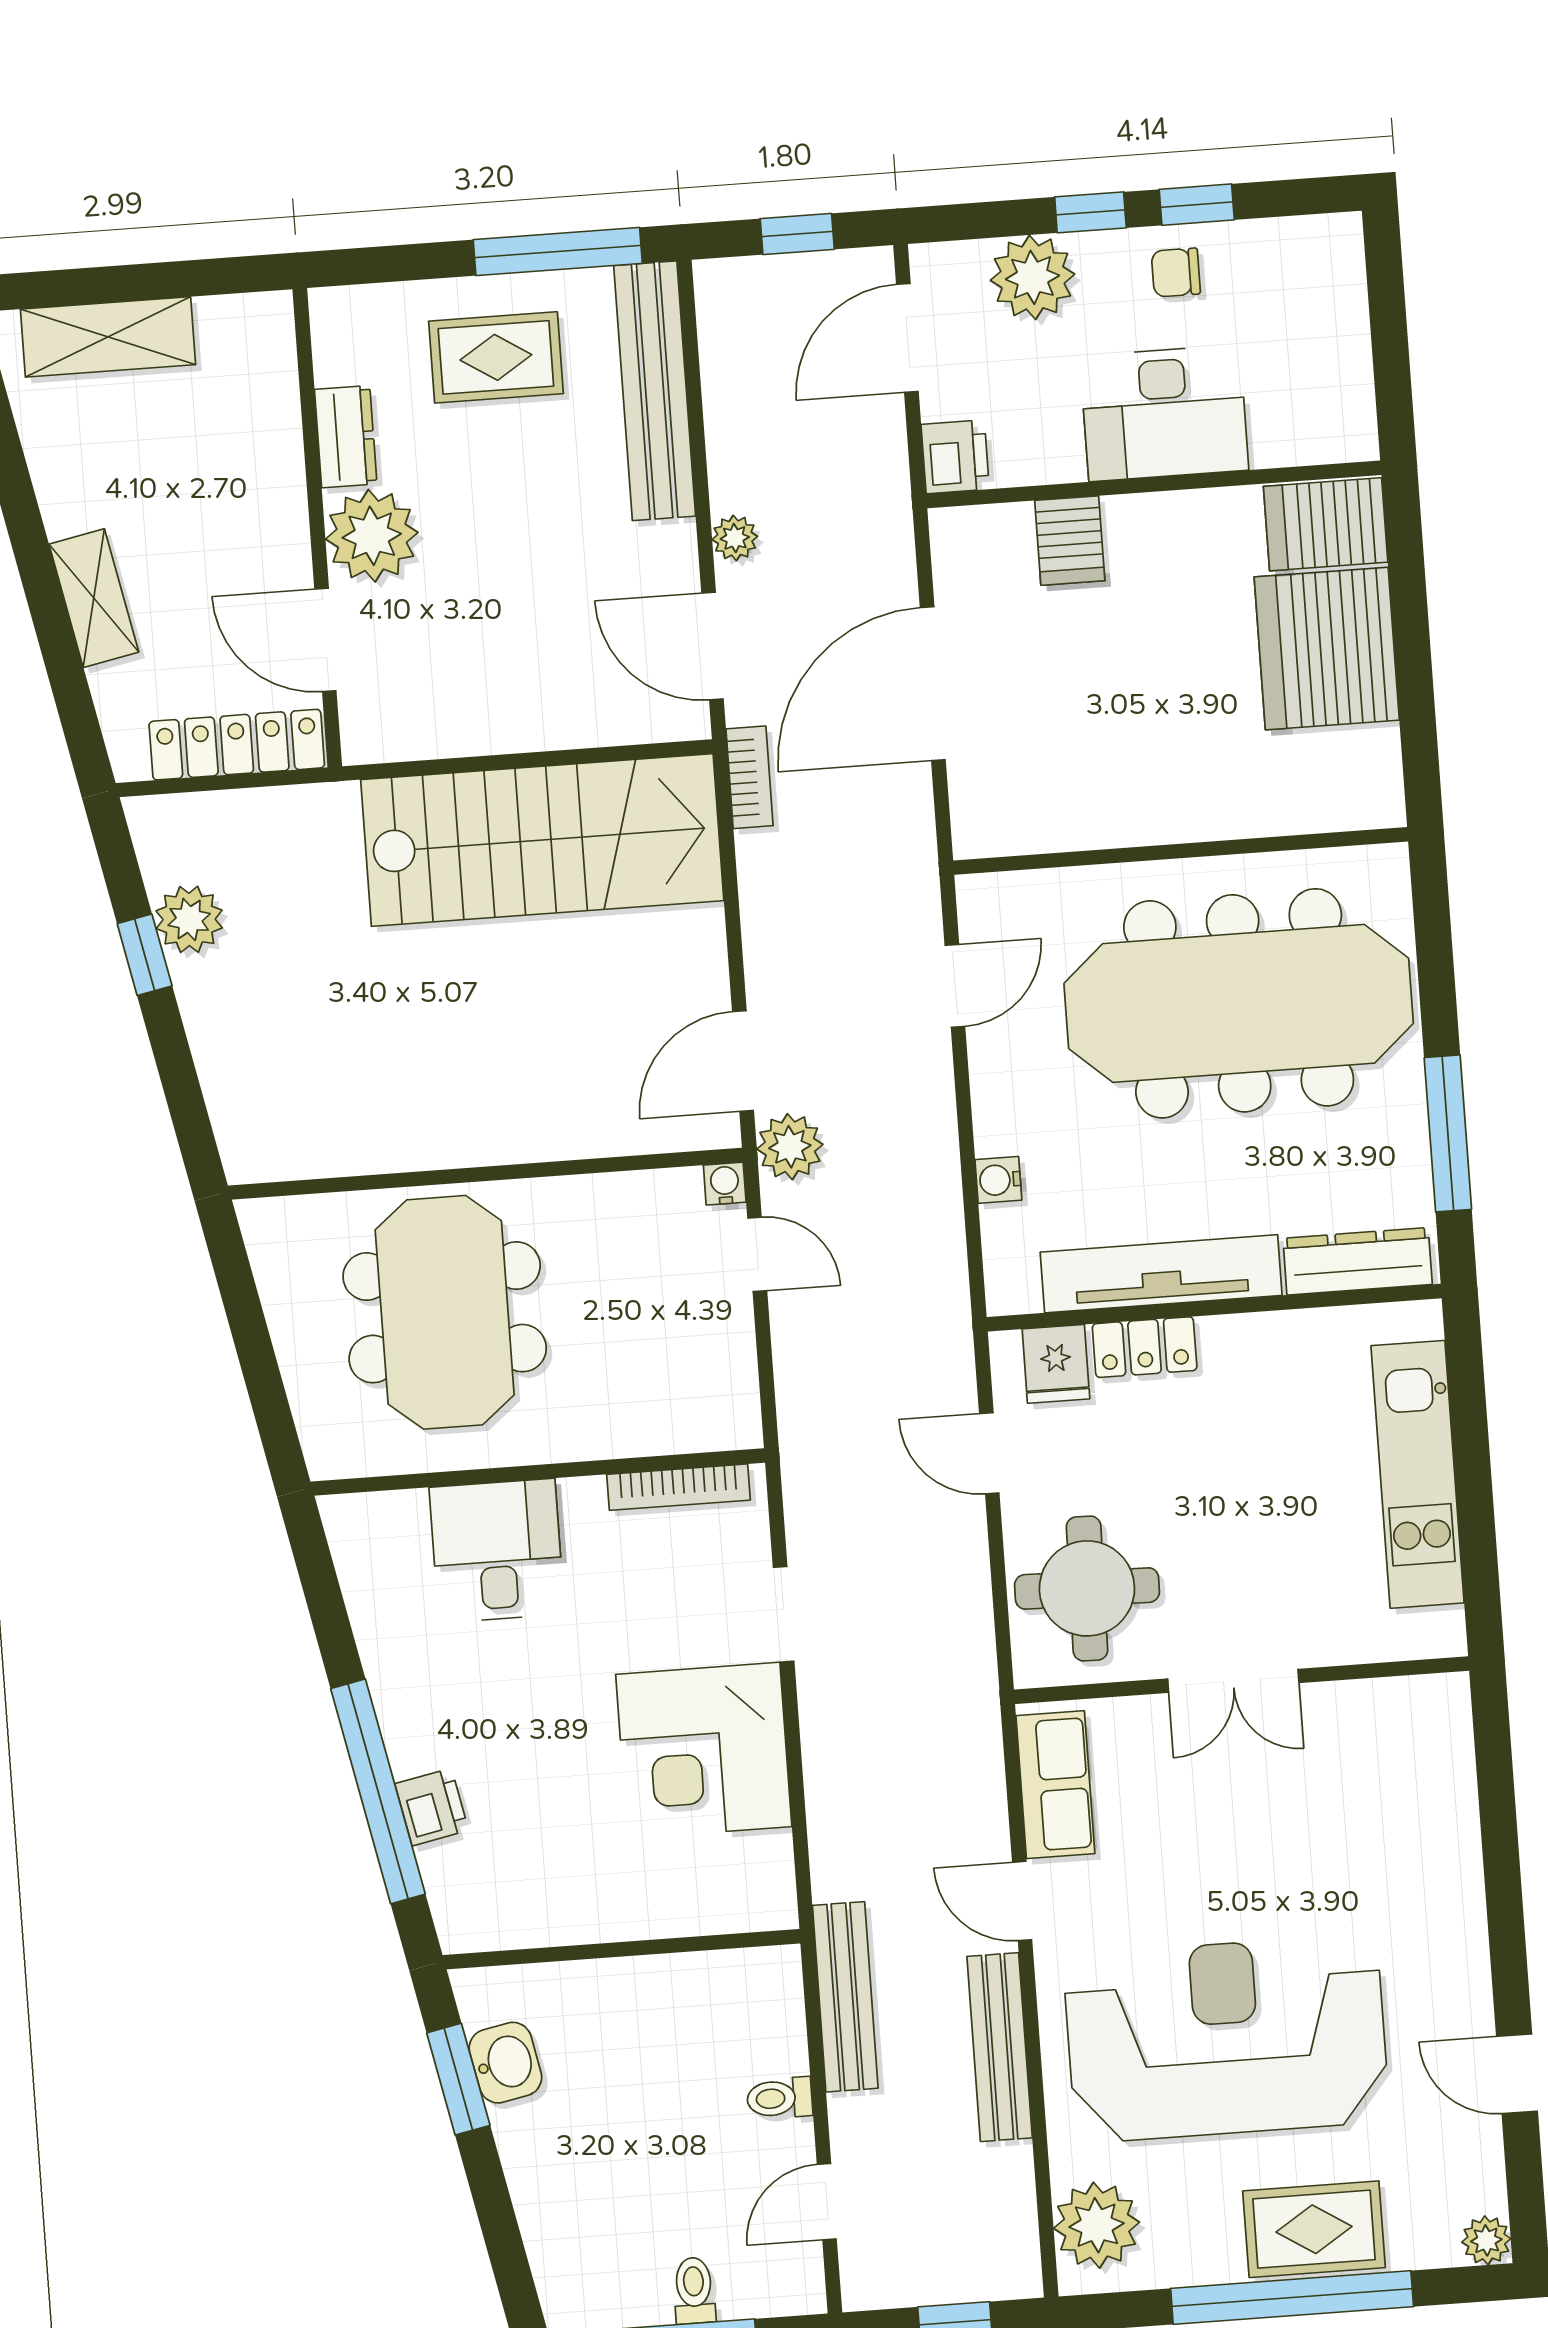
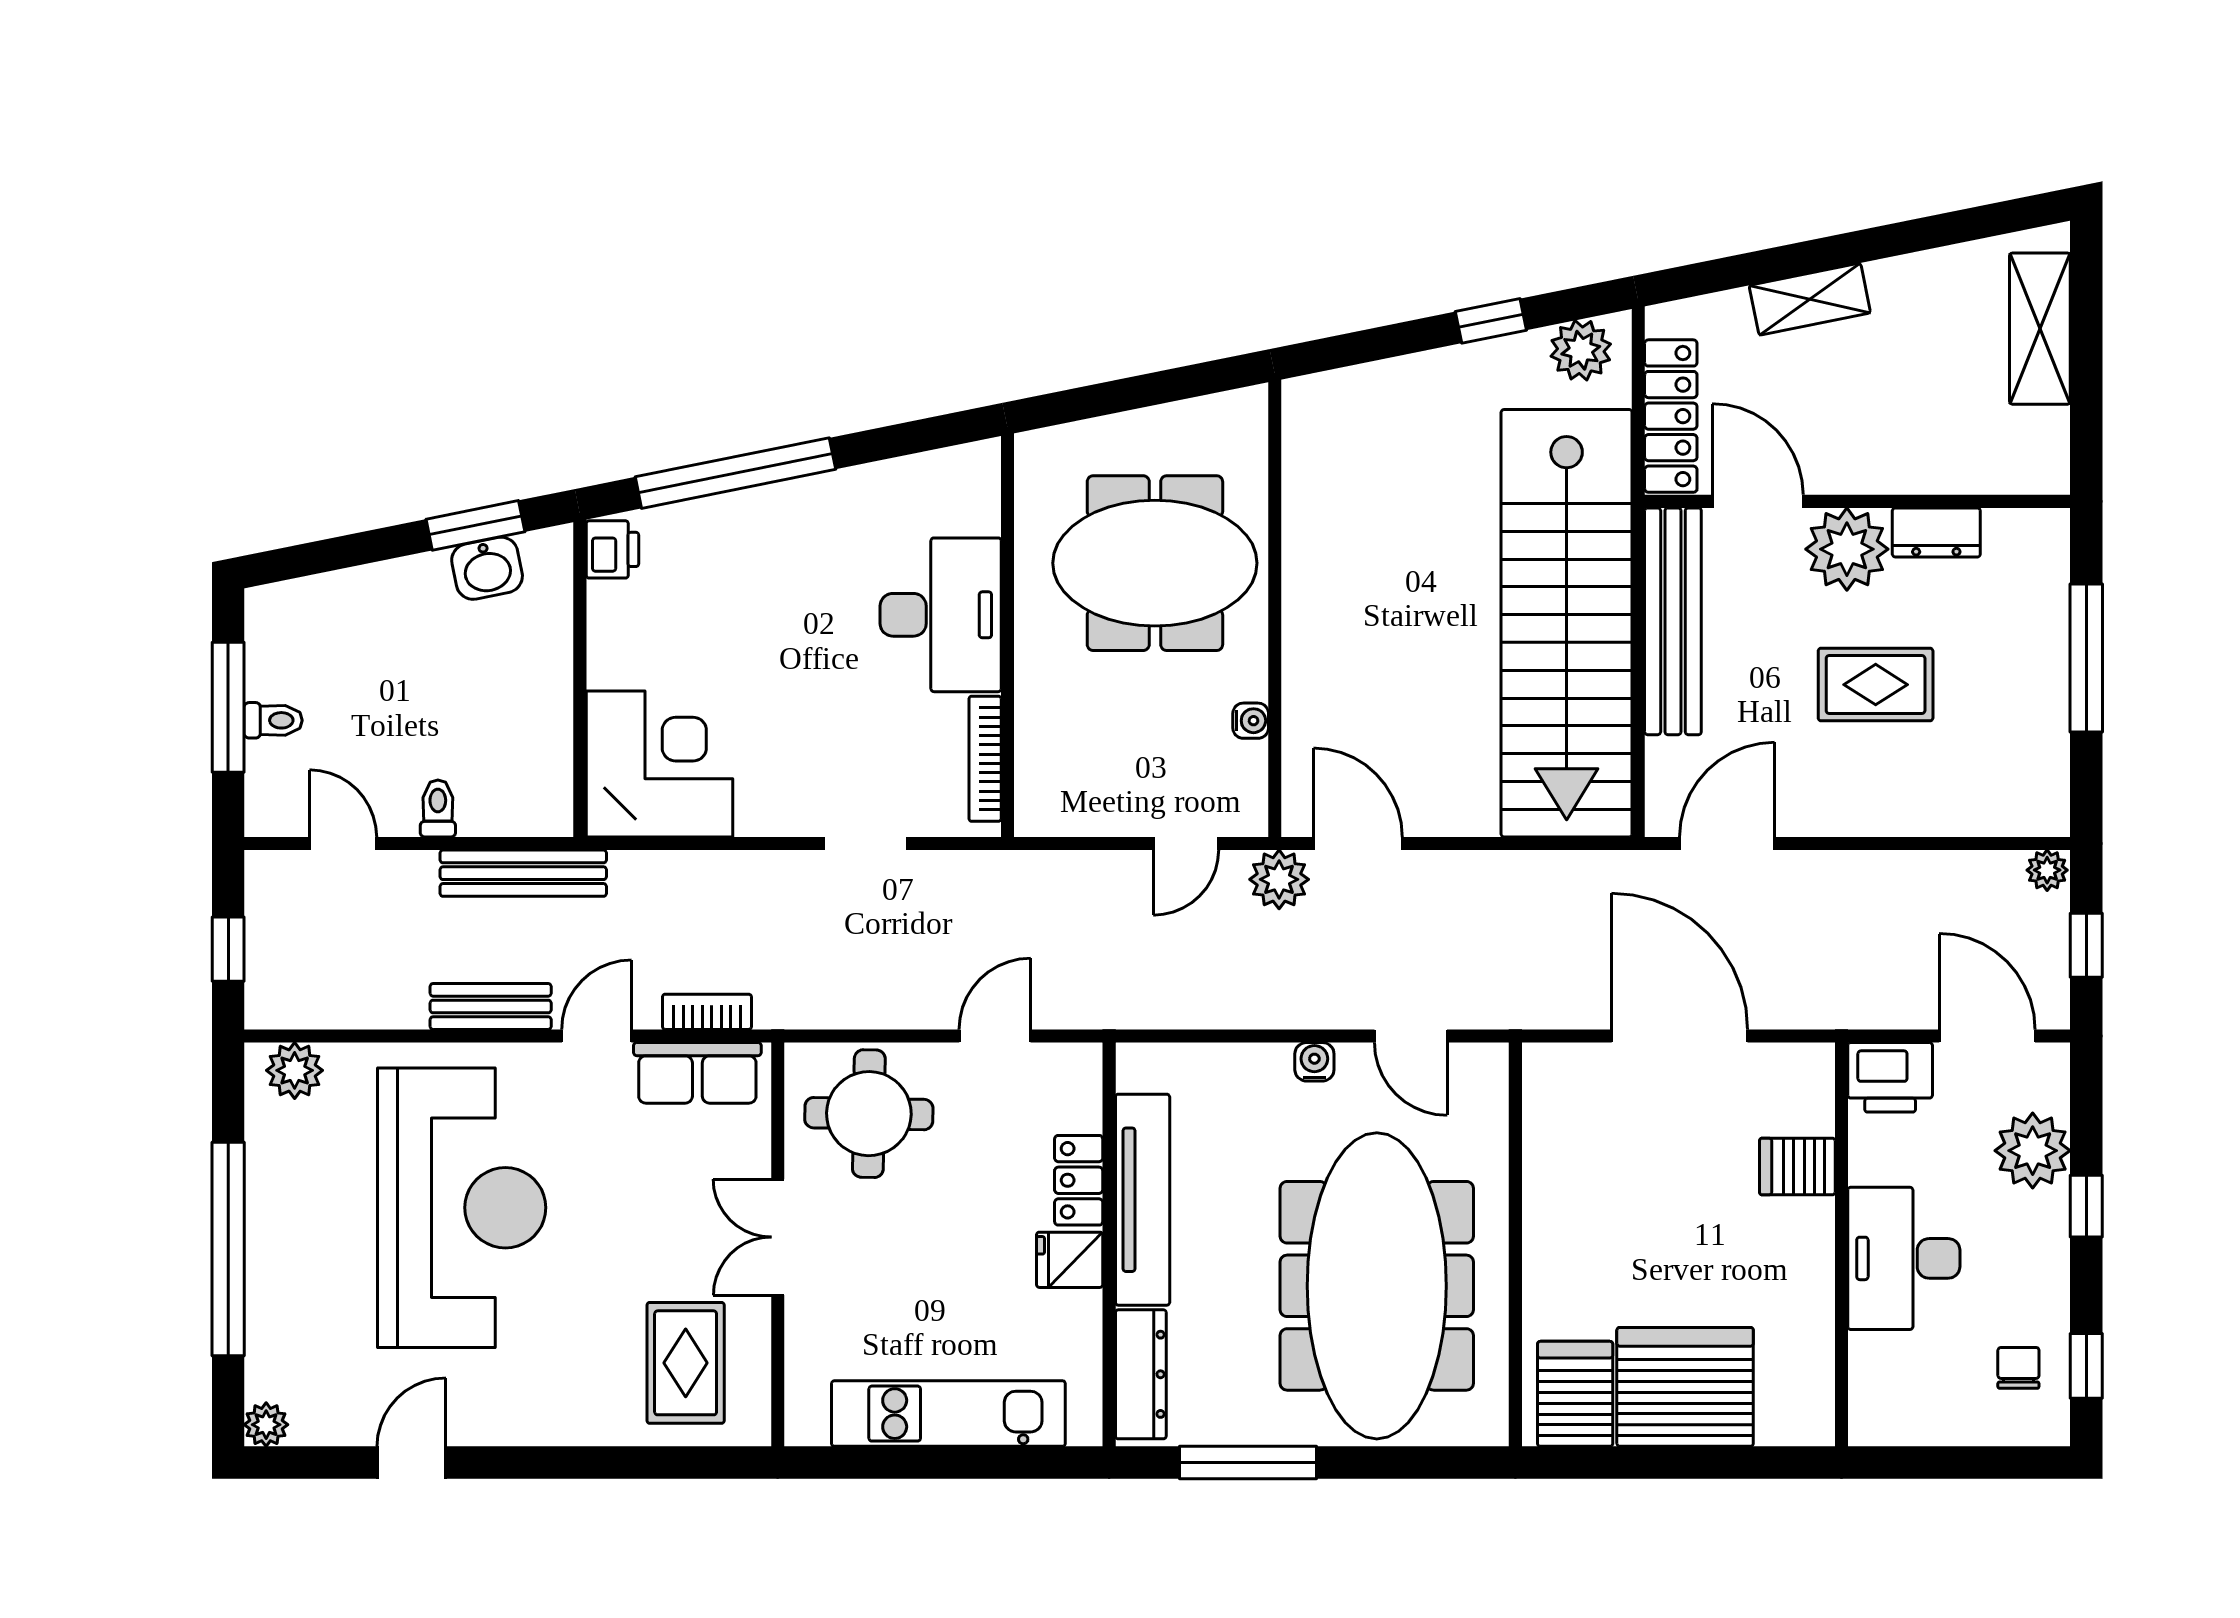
window: (1197, 205) -> (2086, 1366), moved
window: (558, 252) -> (2086, 658), moved
chair: (1176, 273) -> (2018, 1368), moved
rug: (496, 357) -> (1876, 685), moved, turned 90
bench: (655, 391) -> (1673, 621), moved, turned 90
printer: (955, 457) -> (1890, 1077), width x1.36, depth x1.24
server rack: (1326, 524) -> (1575, 1394), moved
plant: (735, 538) -> (2047, 870), moved
door: (325, 640) -> (1758, 501), hinge flipped
bookcase: (749, 777) -> (707, 1012), moved, turned 180
stairs: (542, 840) -> (1567, 623), width x1.36
plant: (189, 919) -> (1581, 350), moved
water cooler: (998, 1180) -> (1314, 1062), moved
water cooler: (725, 1184) -> (1251, 721), moved
fridge: (1056, 1364) -> (1070, 1260), moved
desk: (497, 1551) -> (941, 615), width x1.37
corner desk: (704, 1750) -> (659, 764), moved, turned 90
printer: (432, 1807) -> (612, 549), moved, turned -79
bench: (1000, 2047) -> (491, 1006), width x0.73
plant: (1097, 2225) -> (295, 1070), width x0.73, depth x0.73
rug: (1314, 2229) -> (686, 1363), moved

